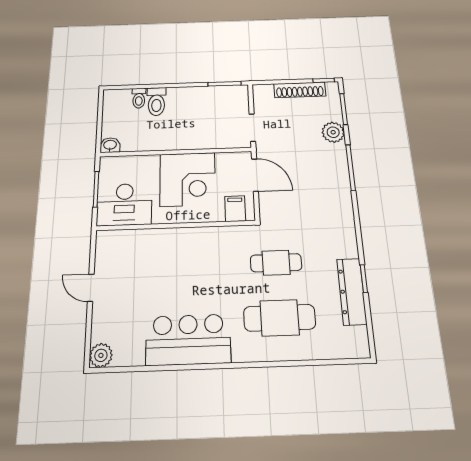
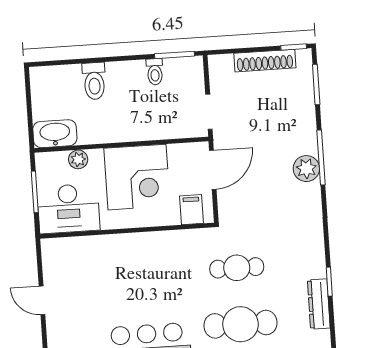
toilet: (139, 98) -> (155, 72), moved
plant: (333, 132) -> (306, 169), moved
washbasin: (110, 145) -> (55, 134), width x1.91, depth x1.45
plant: (137, 163) -> (78, 159), added
door: (255, 175) -> (213, 170), hinge flipped
dresser: (352, 291) -> (319, 304), width x0.73, depth x0.80

